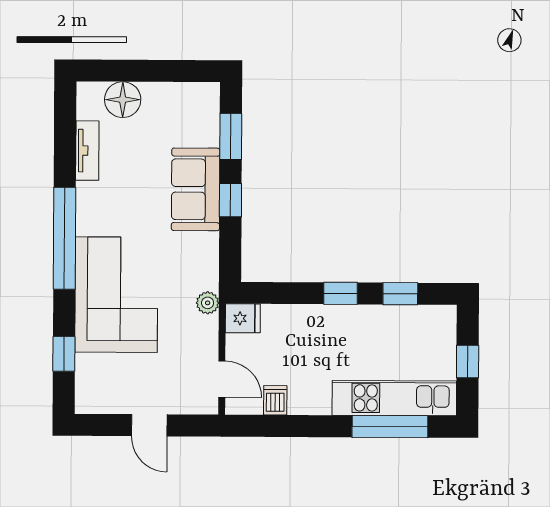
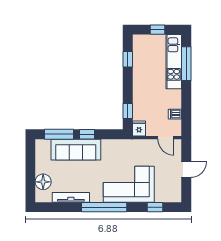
window: (231, 136) -> (59, 134), width x1.44
tv unit: (87, 151) -> (71, 197), width x1.41
sofa: (196, 189) -> (76, 150), width x1.36
window: (341, 293) -> (128, 111), moved
plant: (208, 303) -> (132, 144), removed
door: (222, 379) -> (166, 138), swing flipped

